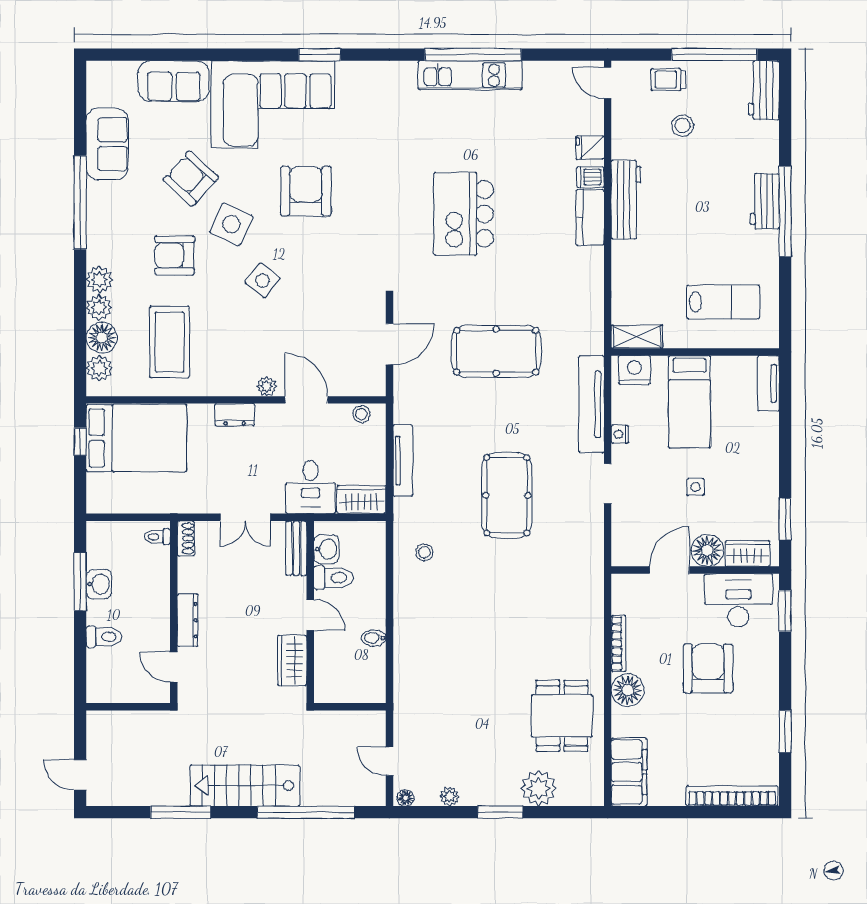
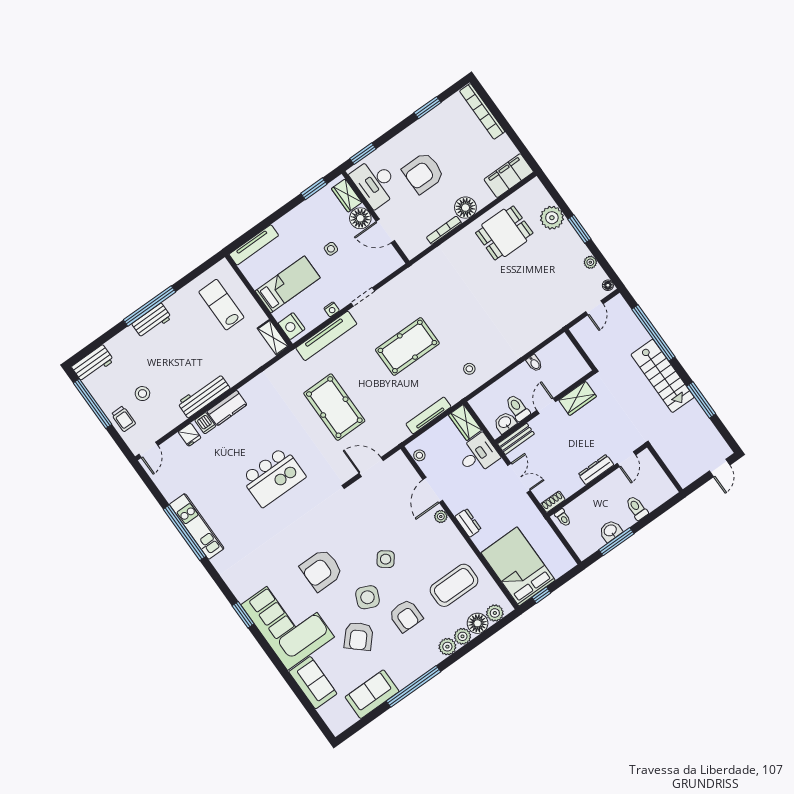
tv unit: (768, 383) -> (254, 245), width x1.41

